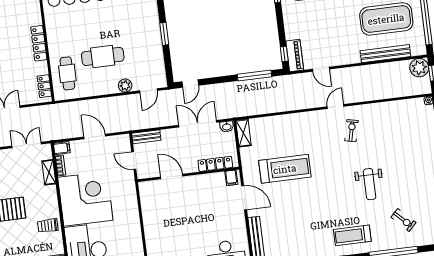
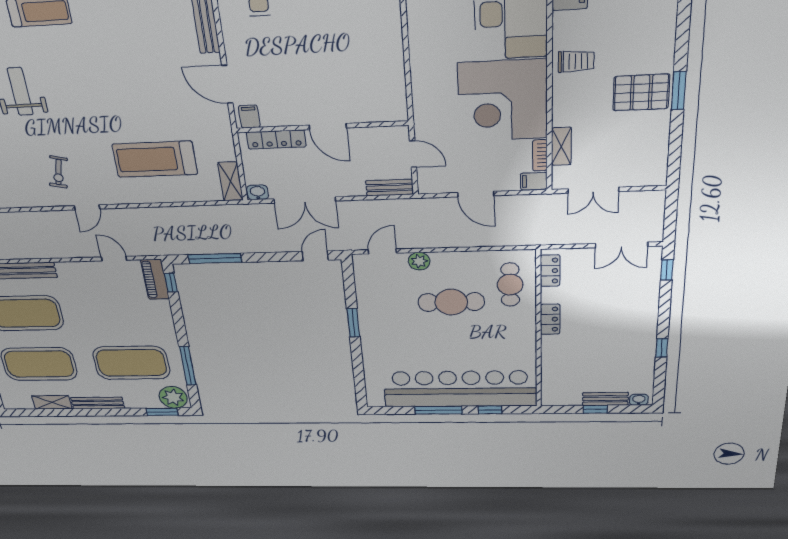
locker: (39, 43) -> (550, 319), width x0.66
treadmill: (285, 169) -> (155, 159), moved
door: (172, 176) -> (328, 126), moved

